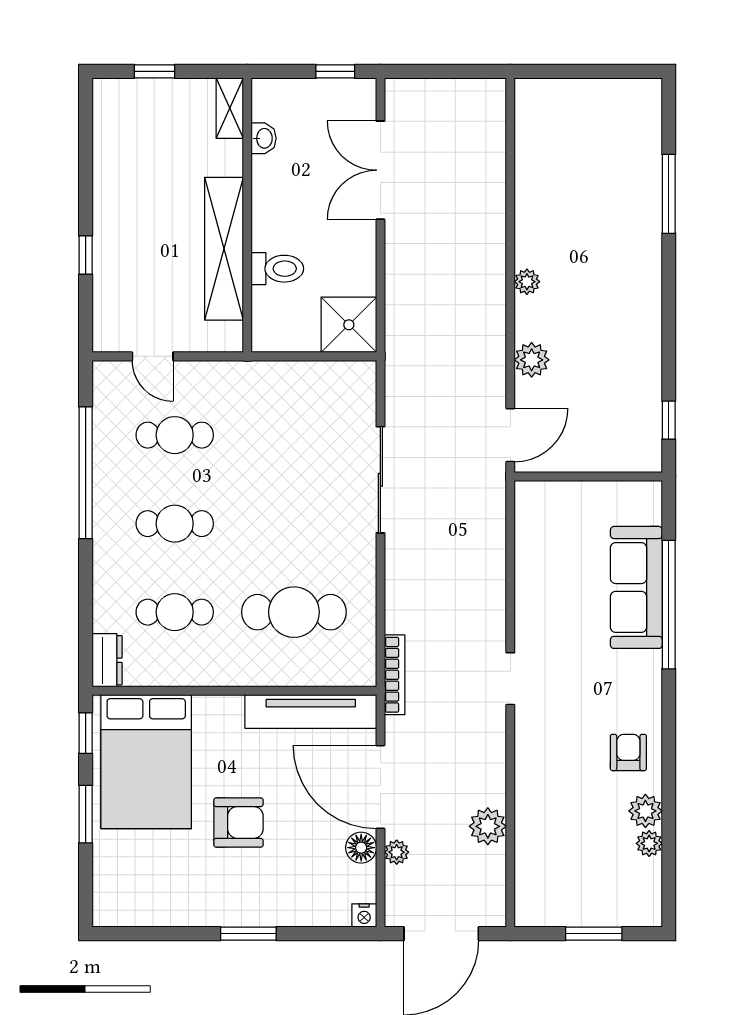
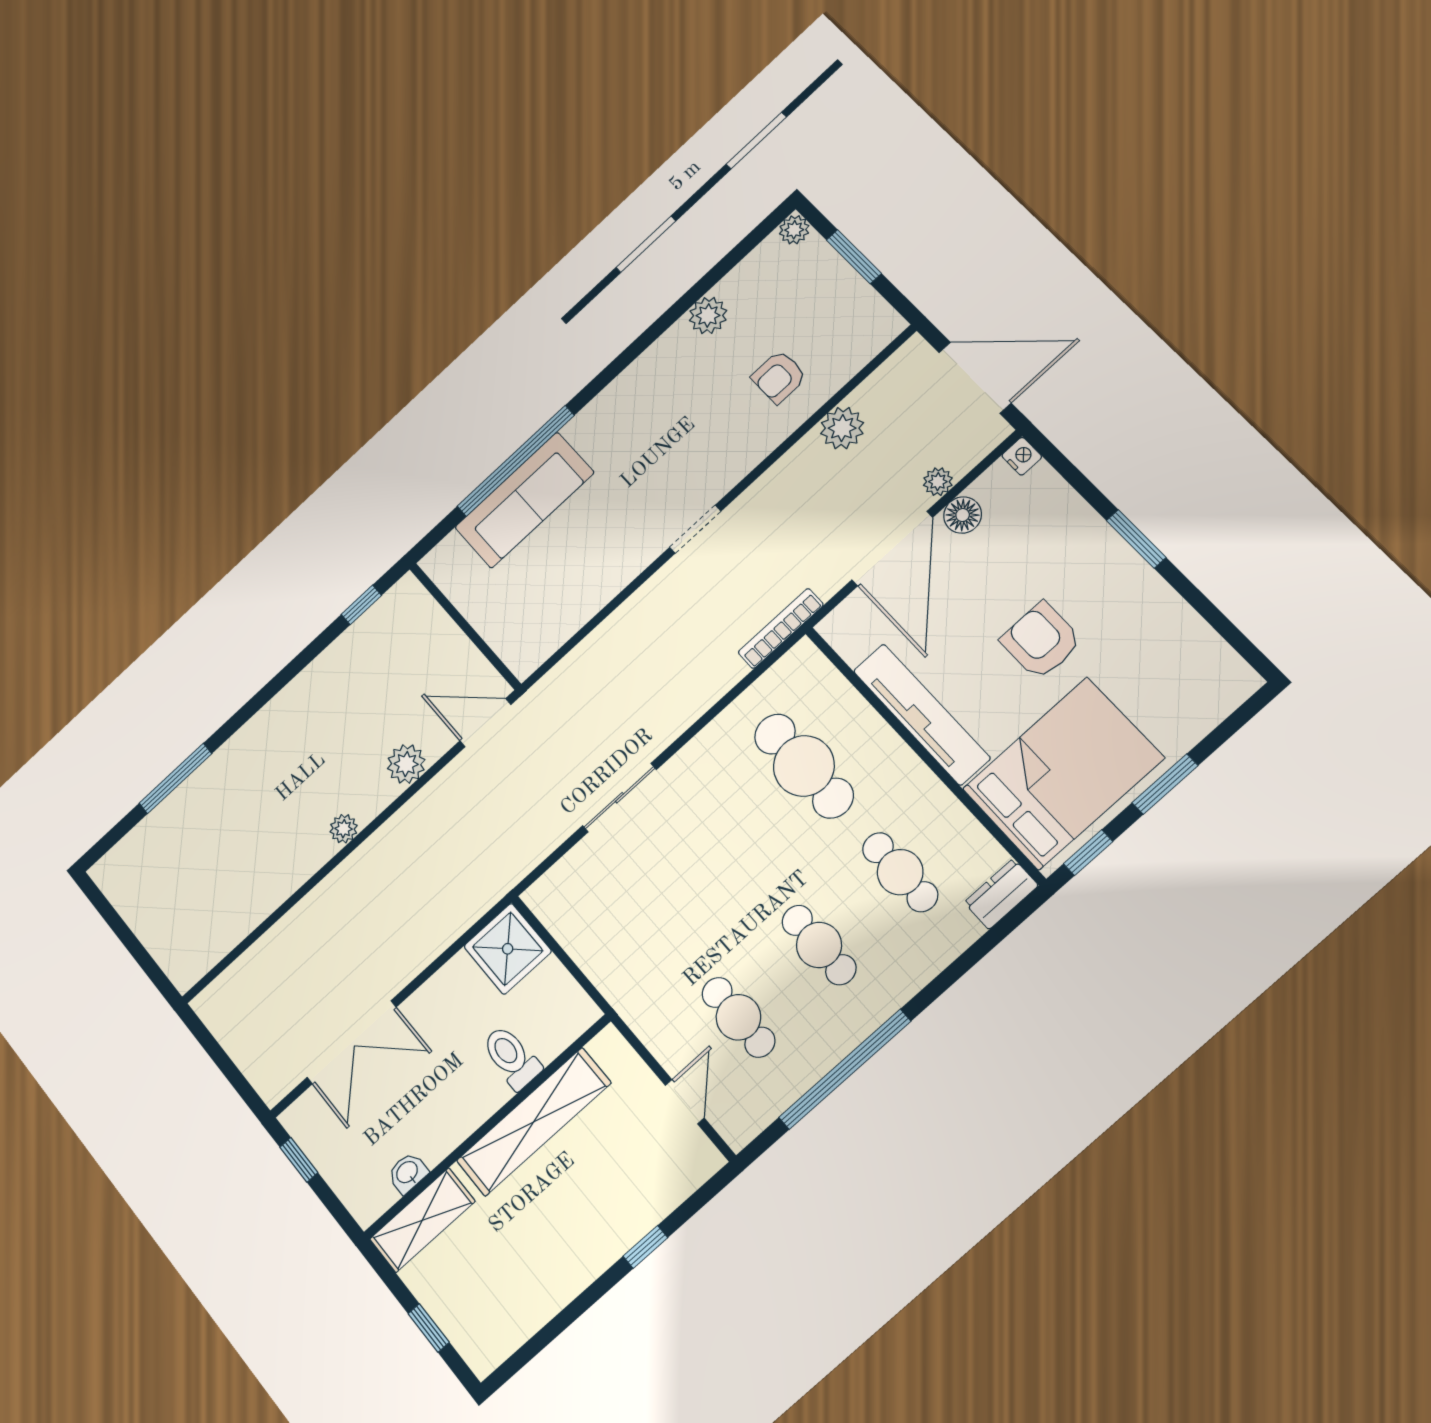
shelving: (230, 108) -> (422, 1220), width x1.50, depth x1.33
sliding door: (380, 480) -> (619, 798), width x0.73
tv unit: (311, 712) -> (922, 714), moved
armchair: (628, 752) -> (779, 377), moved
plant: (649, 843) -> (794, 230), moved

